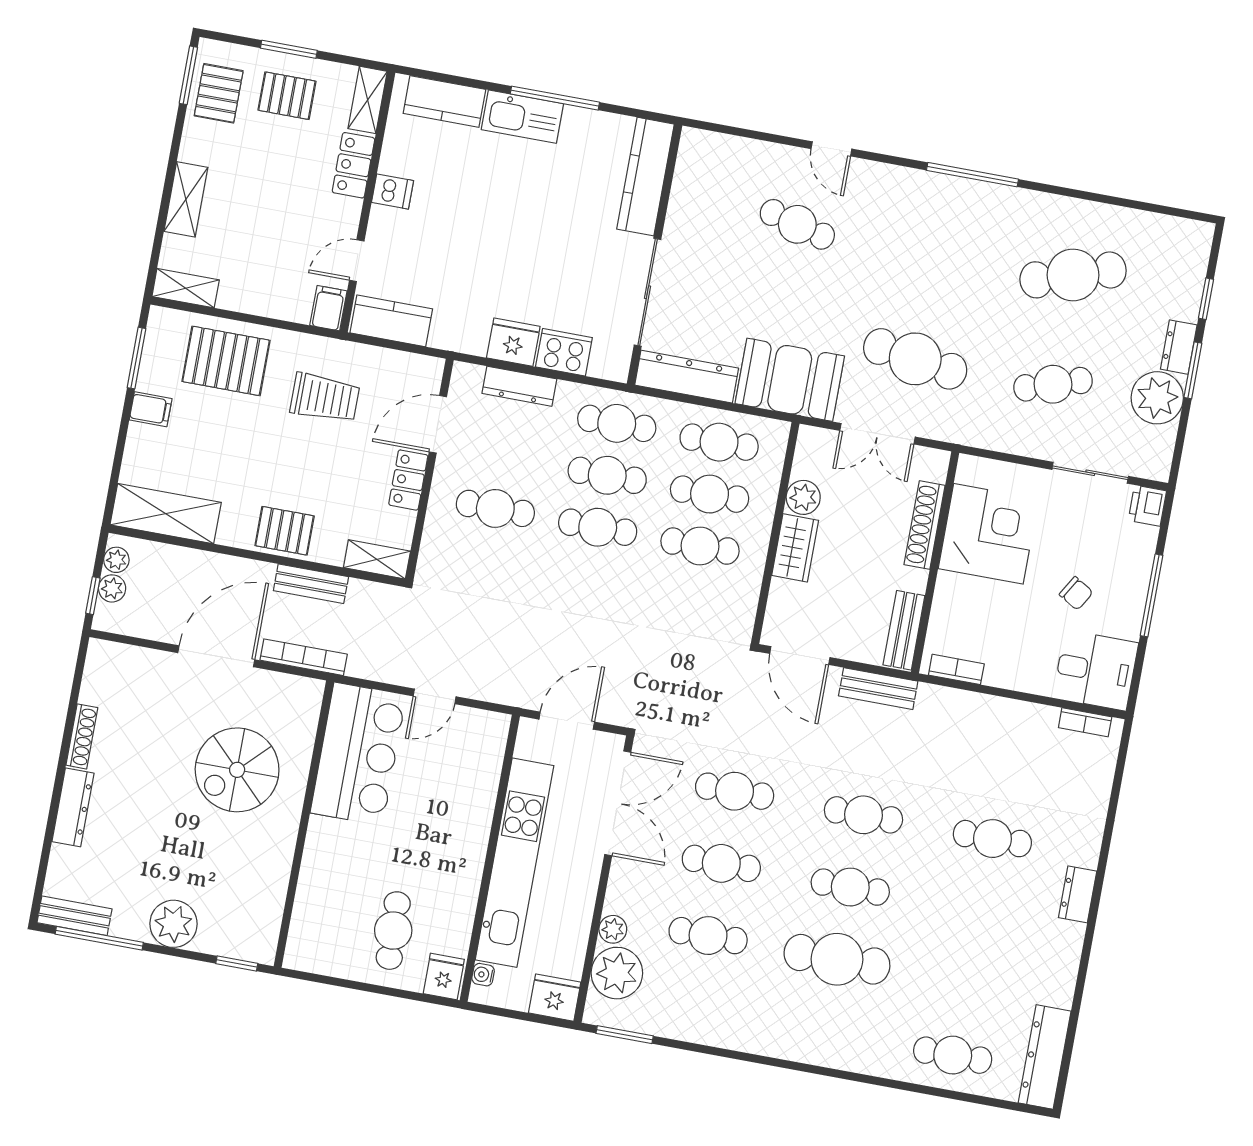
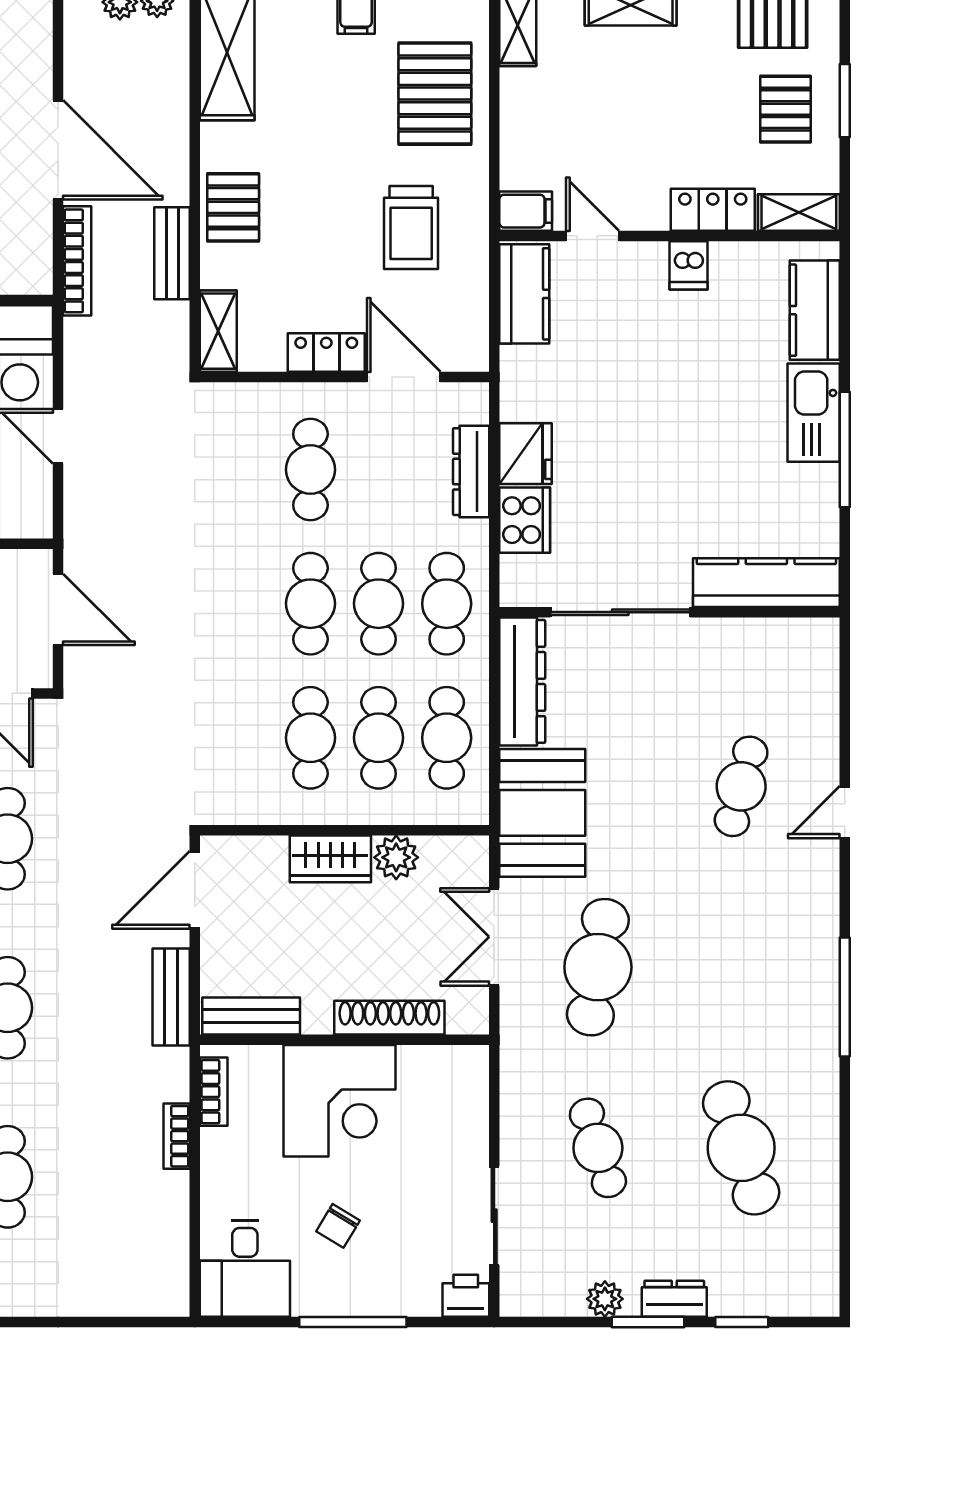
plant: (1157, 398) -> (605, 1299), width x0.53, depth x0.53
corner desk: (988, 534) -> (339, 1101), moved
bookcase: (1085, 722) -> (177, 1136), moved

